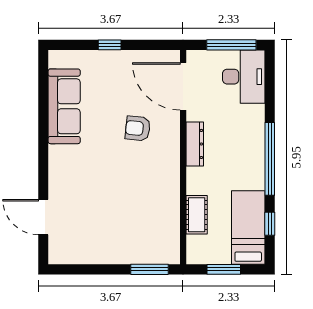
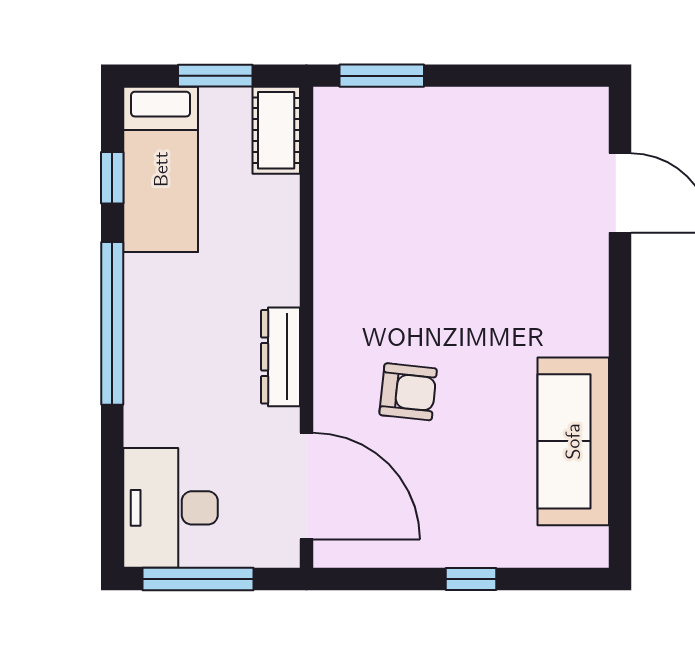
cot: (197, 215) -> (276, 130), moved

